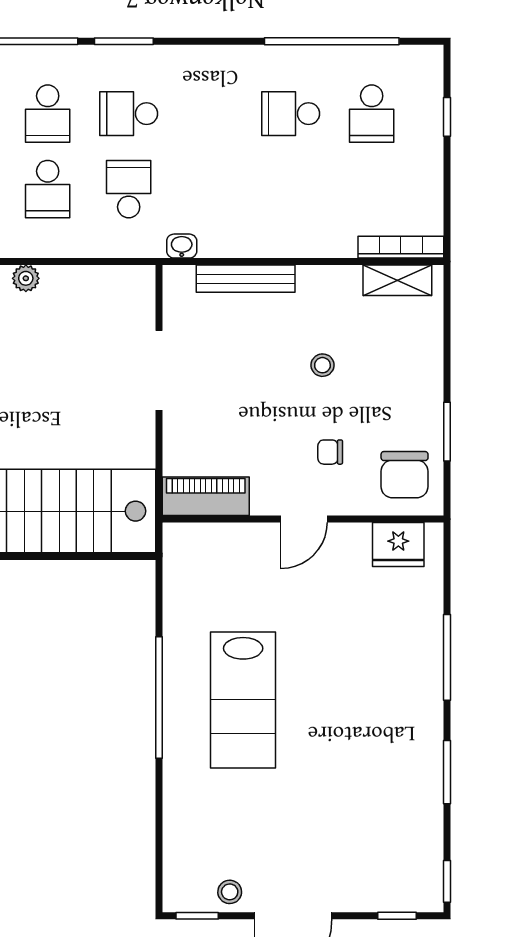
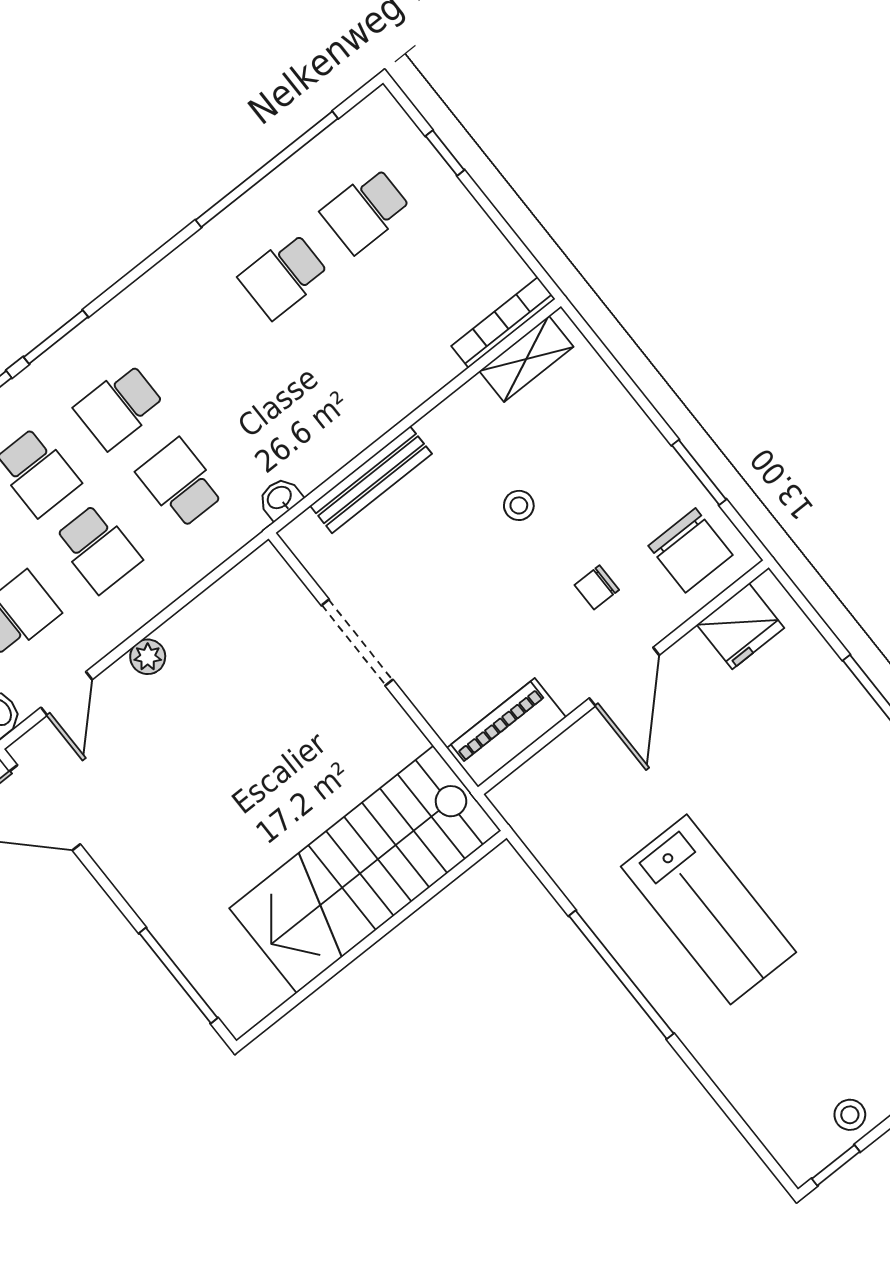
school desk: (372, 114) -> (366, 211), turned 90
door: (304, 519) -> (624, 677), width x1.38

